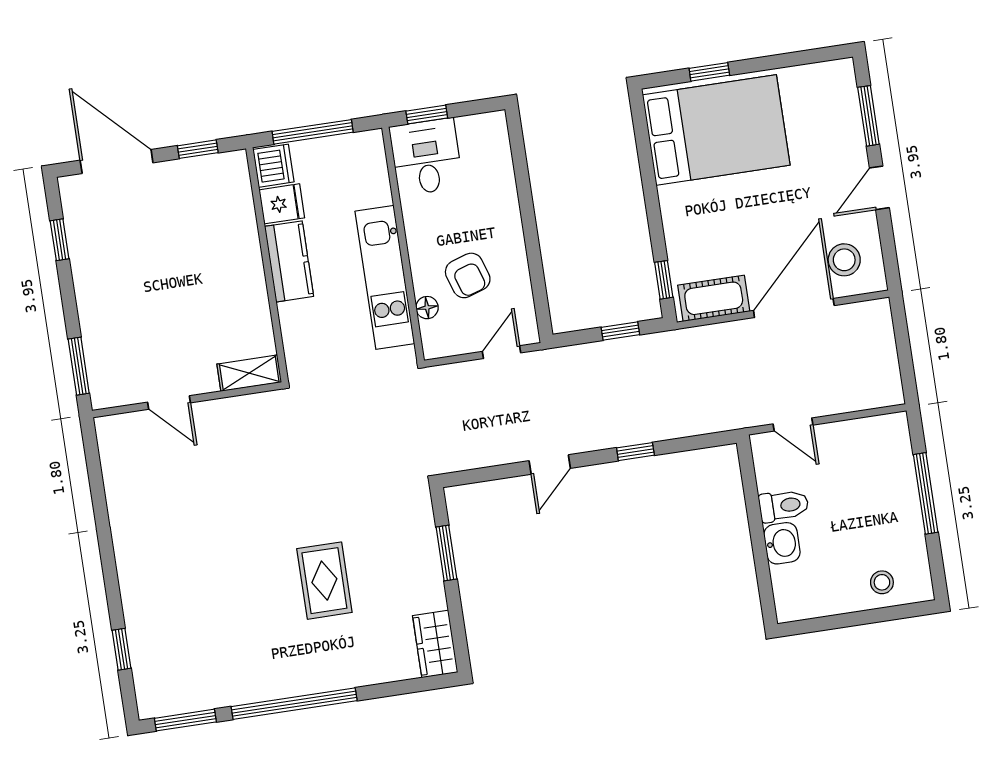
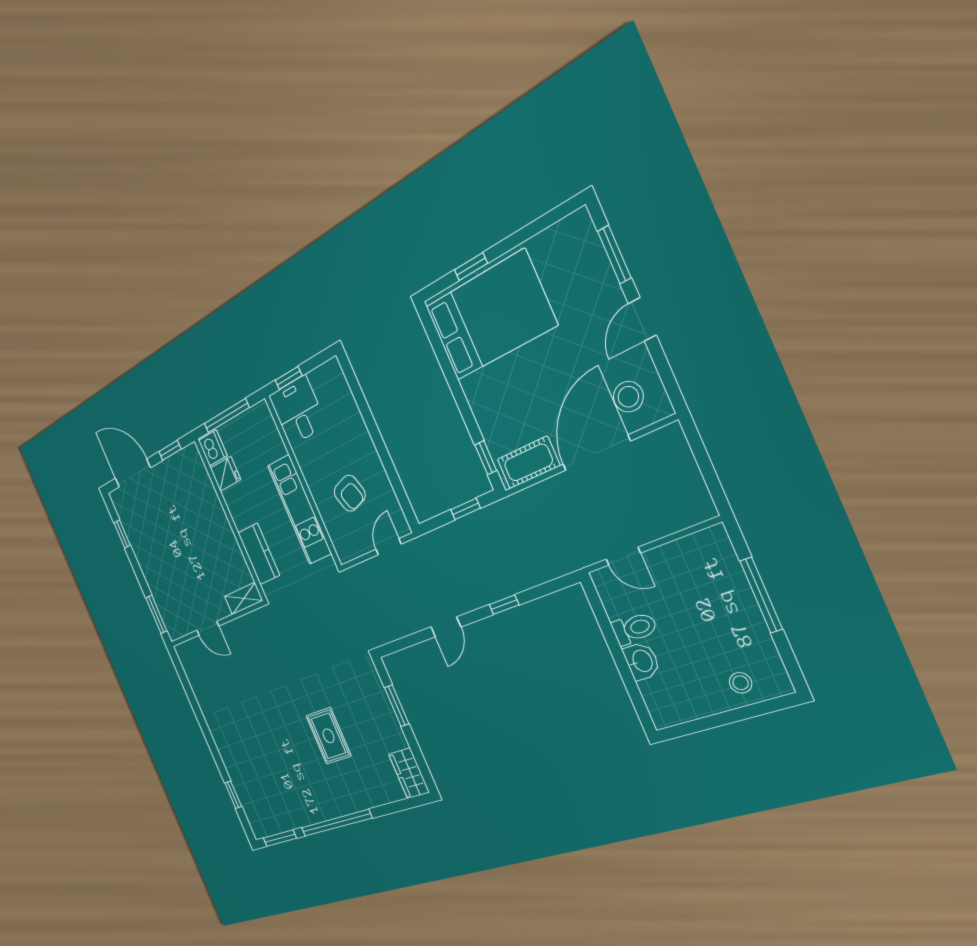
kitchen counter: (289, 261) -> (259, 554), moved
floor lamp: (427, 308) -> (331, 525), removed

